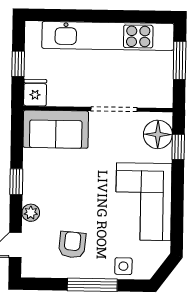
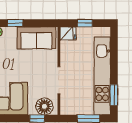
window: (141, 17) -> (114, 95), added
sofa: (56, 129) -> (36, 38), moved, turned -90

